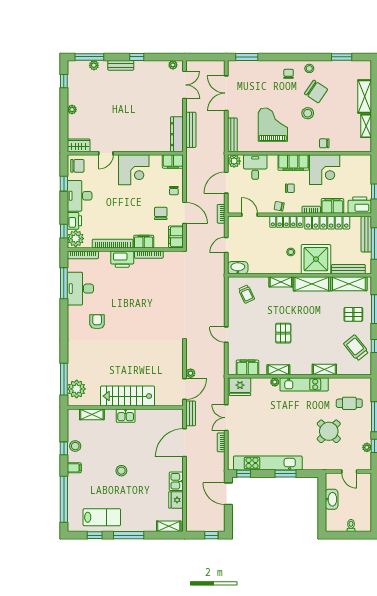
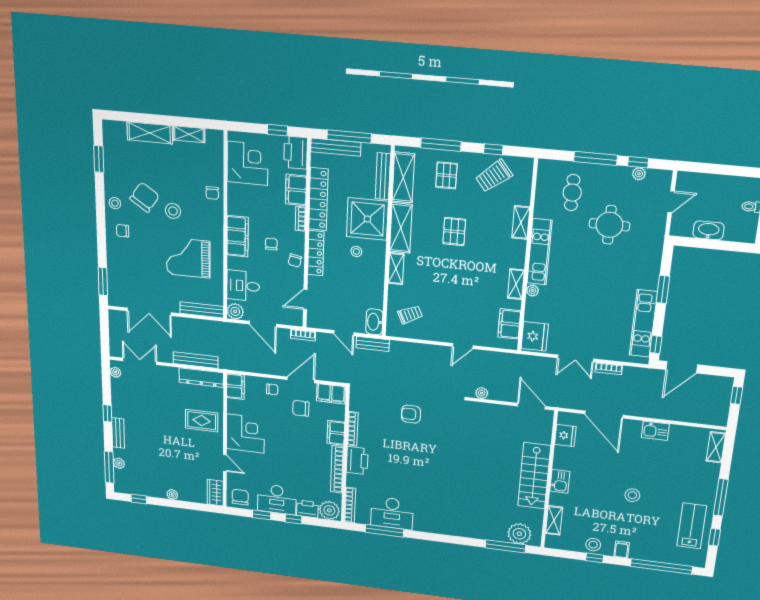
rug: (140, 134) -> (202, 421), added
corner desk: (325, 170) -> (247, 163), moved
window: (64, 231) -> (294, 519), moved
armchair: (97, 322) -> (411, 414), moved
pallet: (283, 333) -> (454, 231), moved, turned 90
plant: (191, 373) -> (482, 393), moved
bench: (191, 413) -> (373, 344), moved
round table: (329, 431) -> (609, 225), turned 45
kitchen unit: (268, 463) -> (643, 323), width x0.73
fridge: (176, 500) -> (565, 435), moved, turned -90

